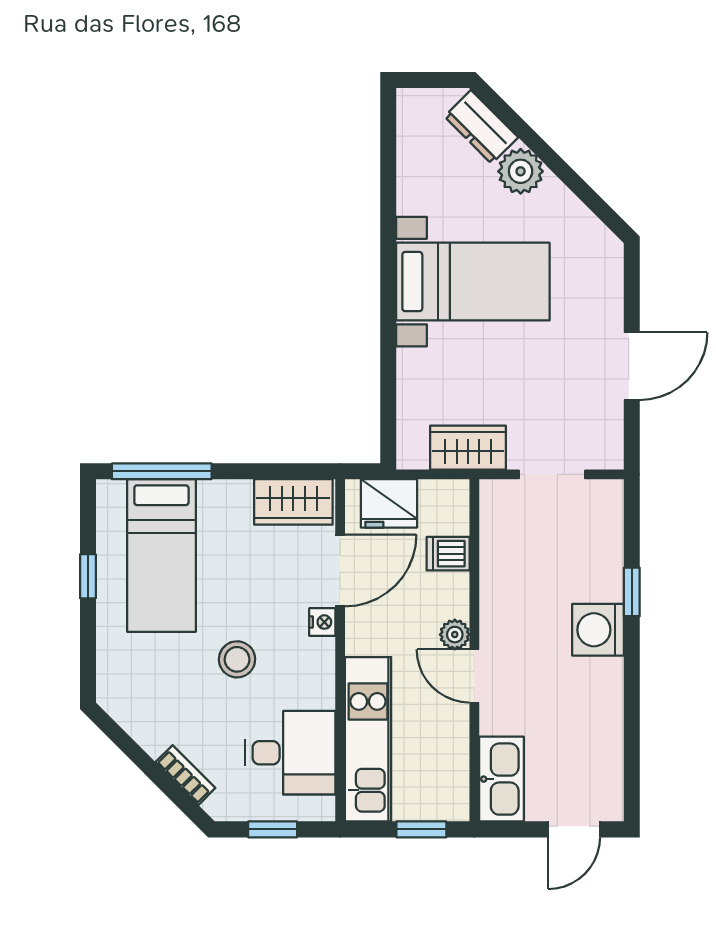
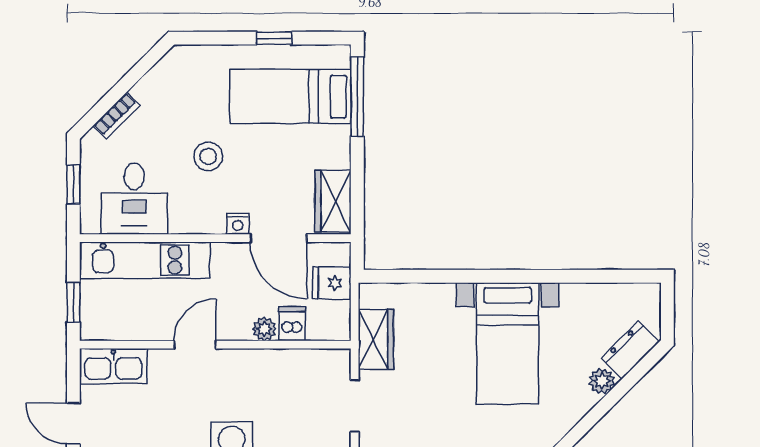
plant: (521, 171) -> (602, 381), width x0.73, depth x0.73
fridge: (389, 503) -> (332, 283), width x0.72
plant: (455, 635) -> (264, 329), moved

